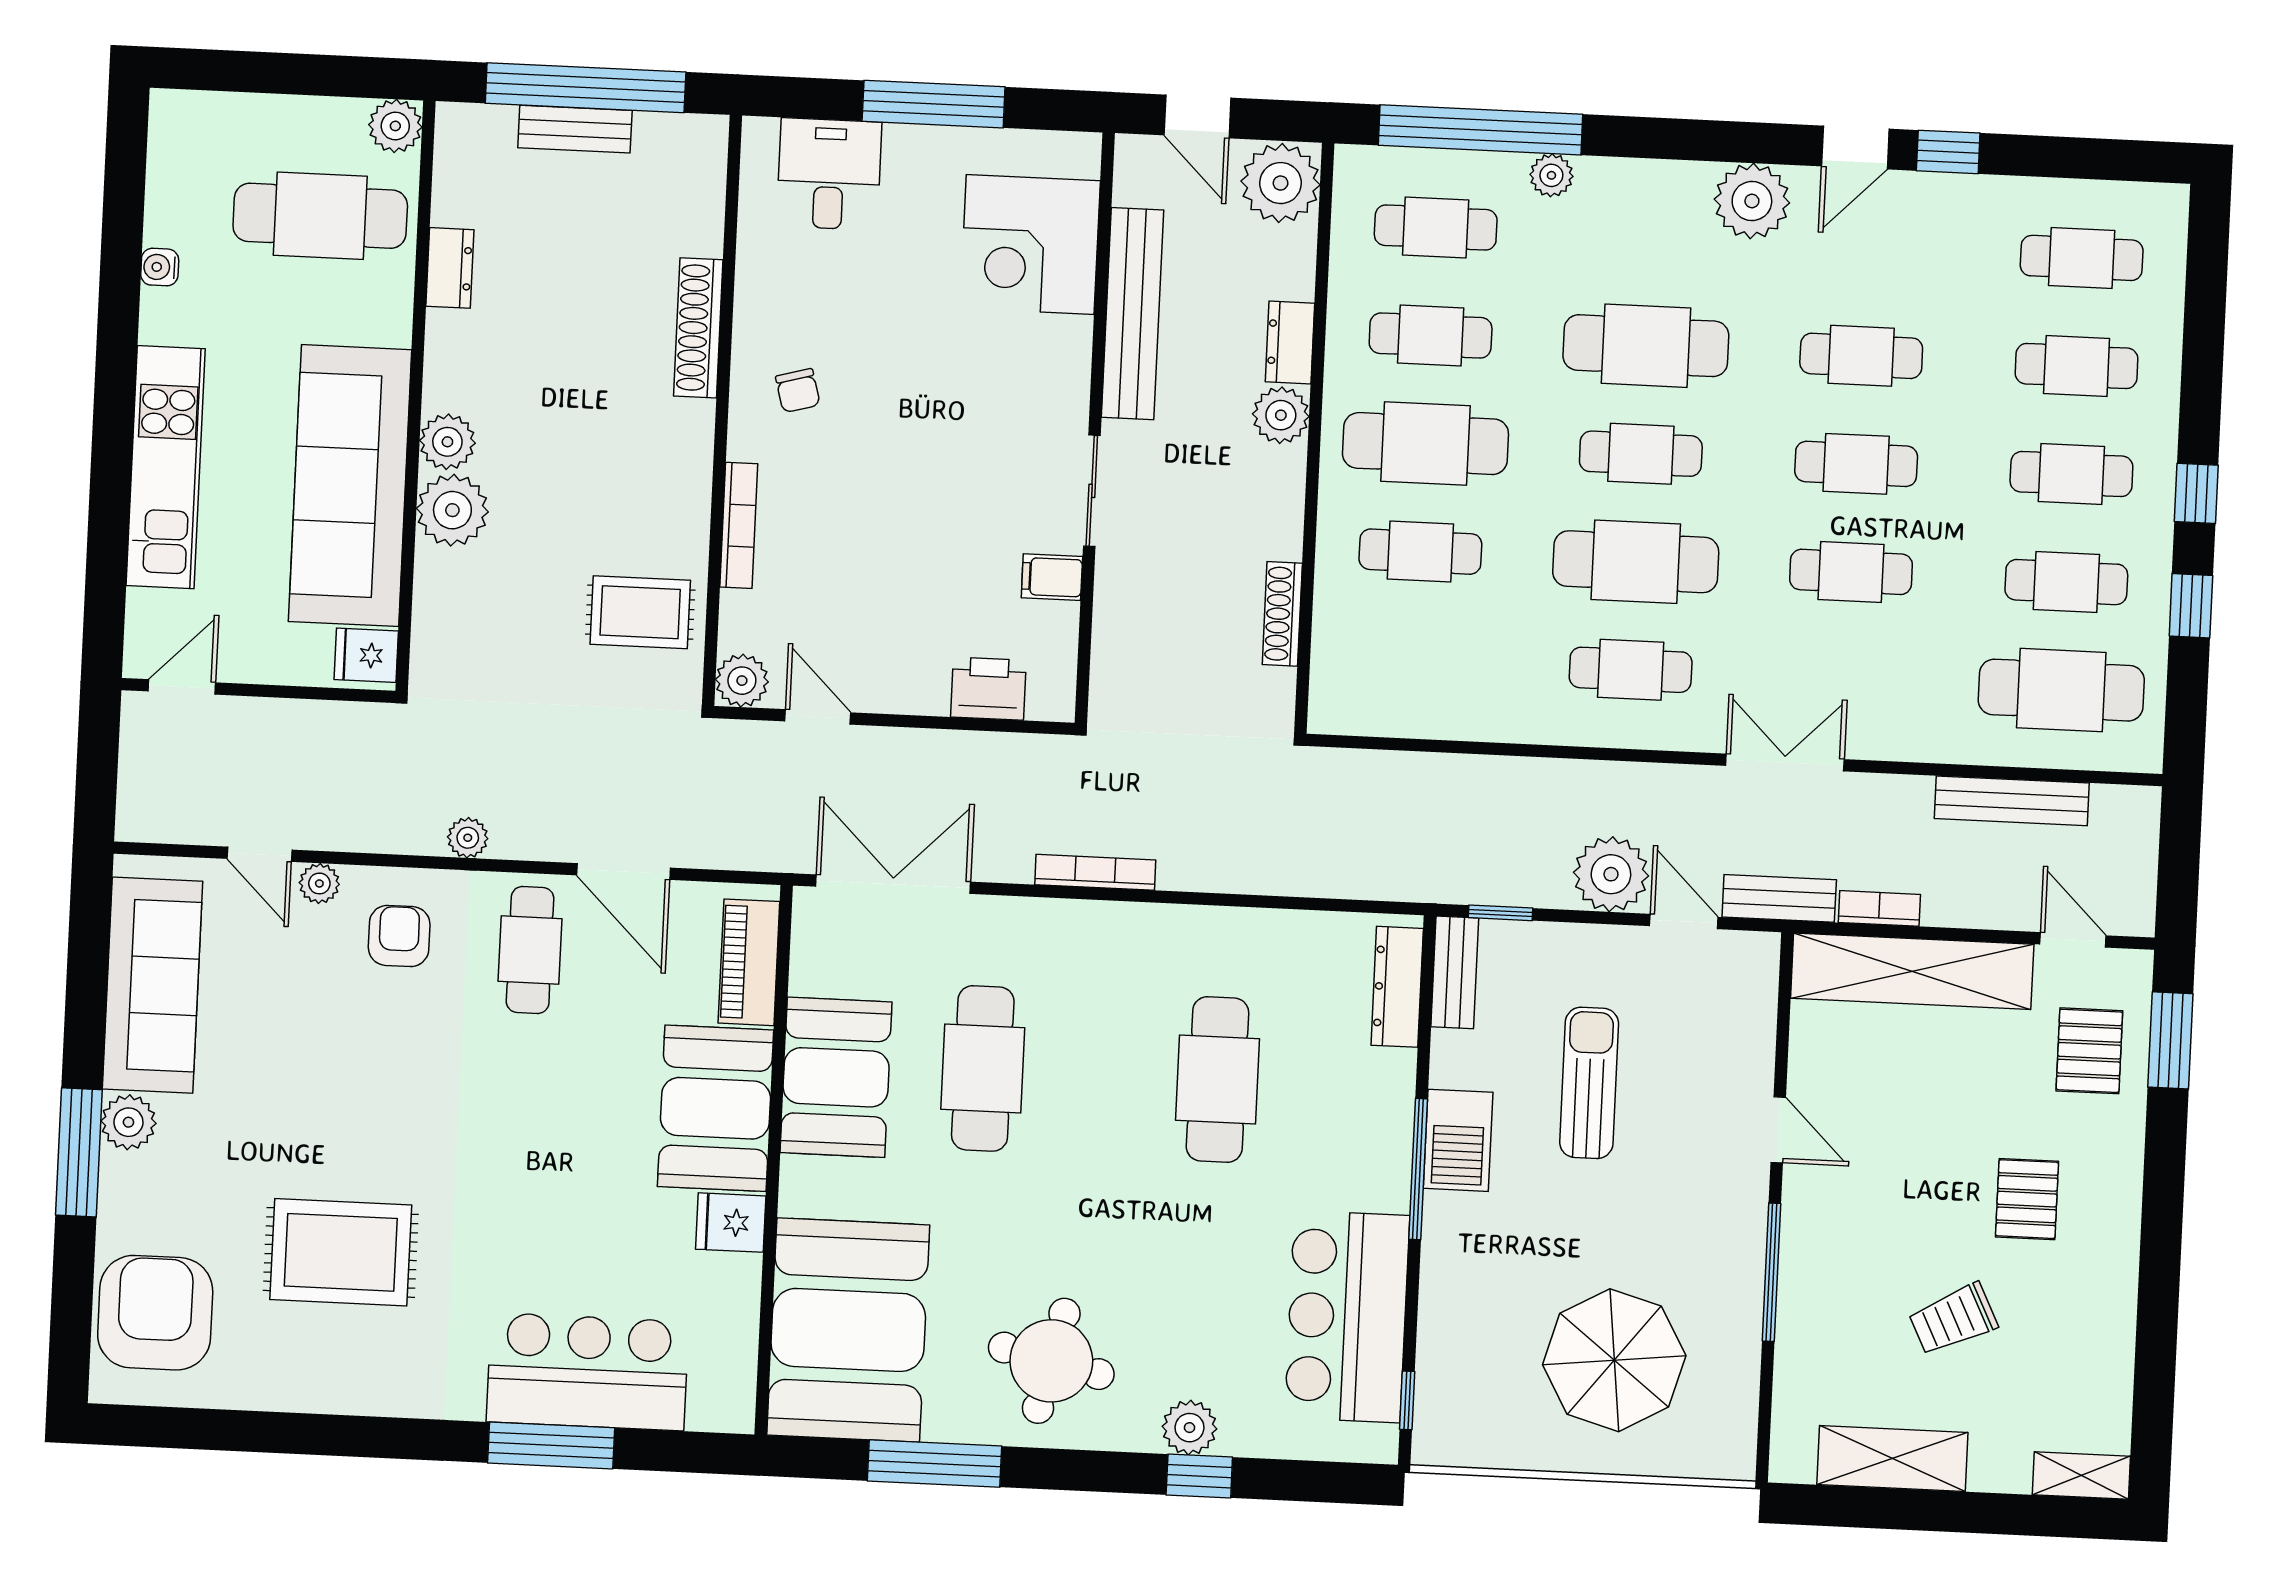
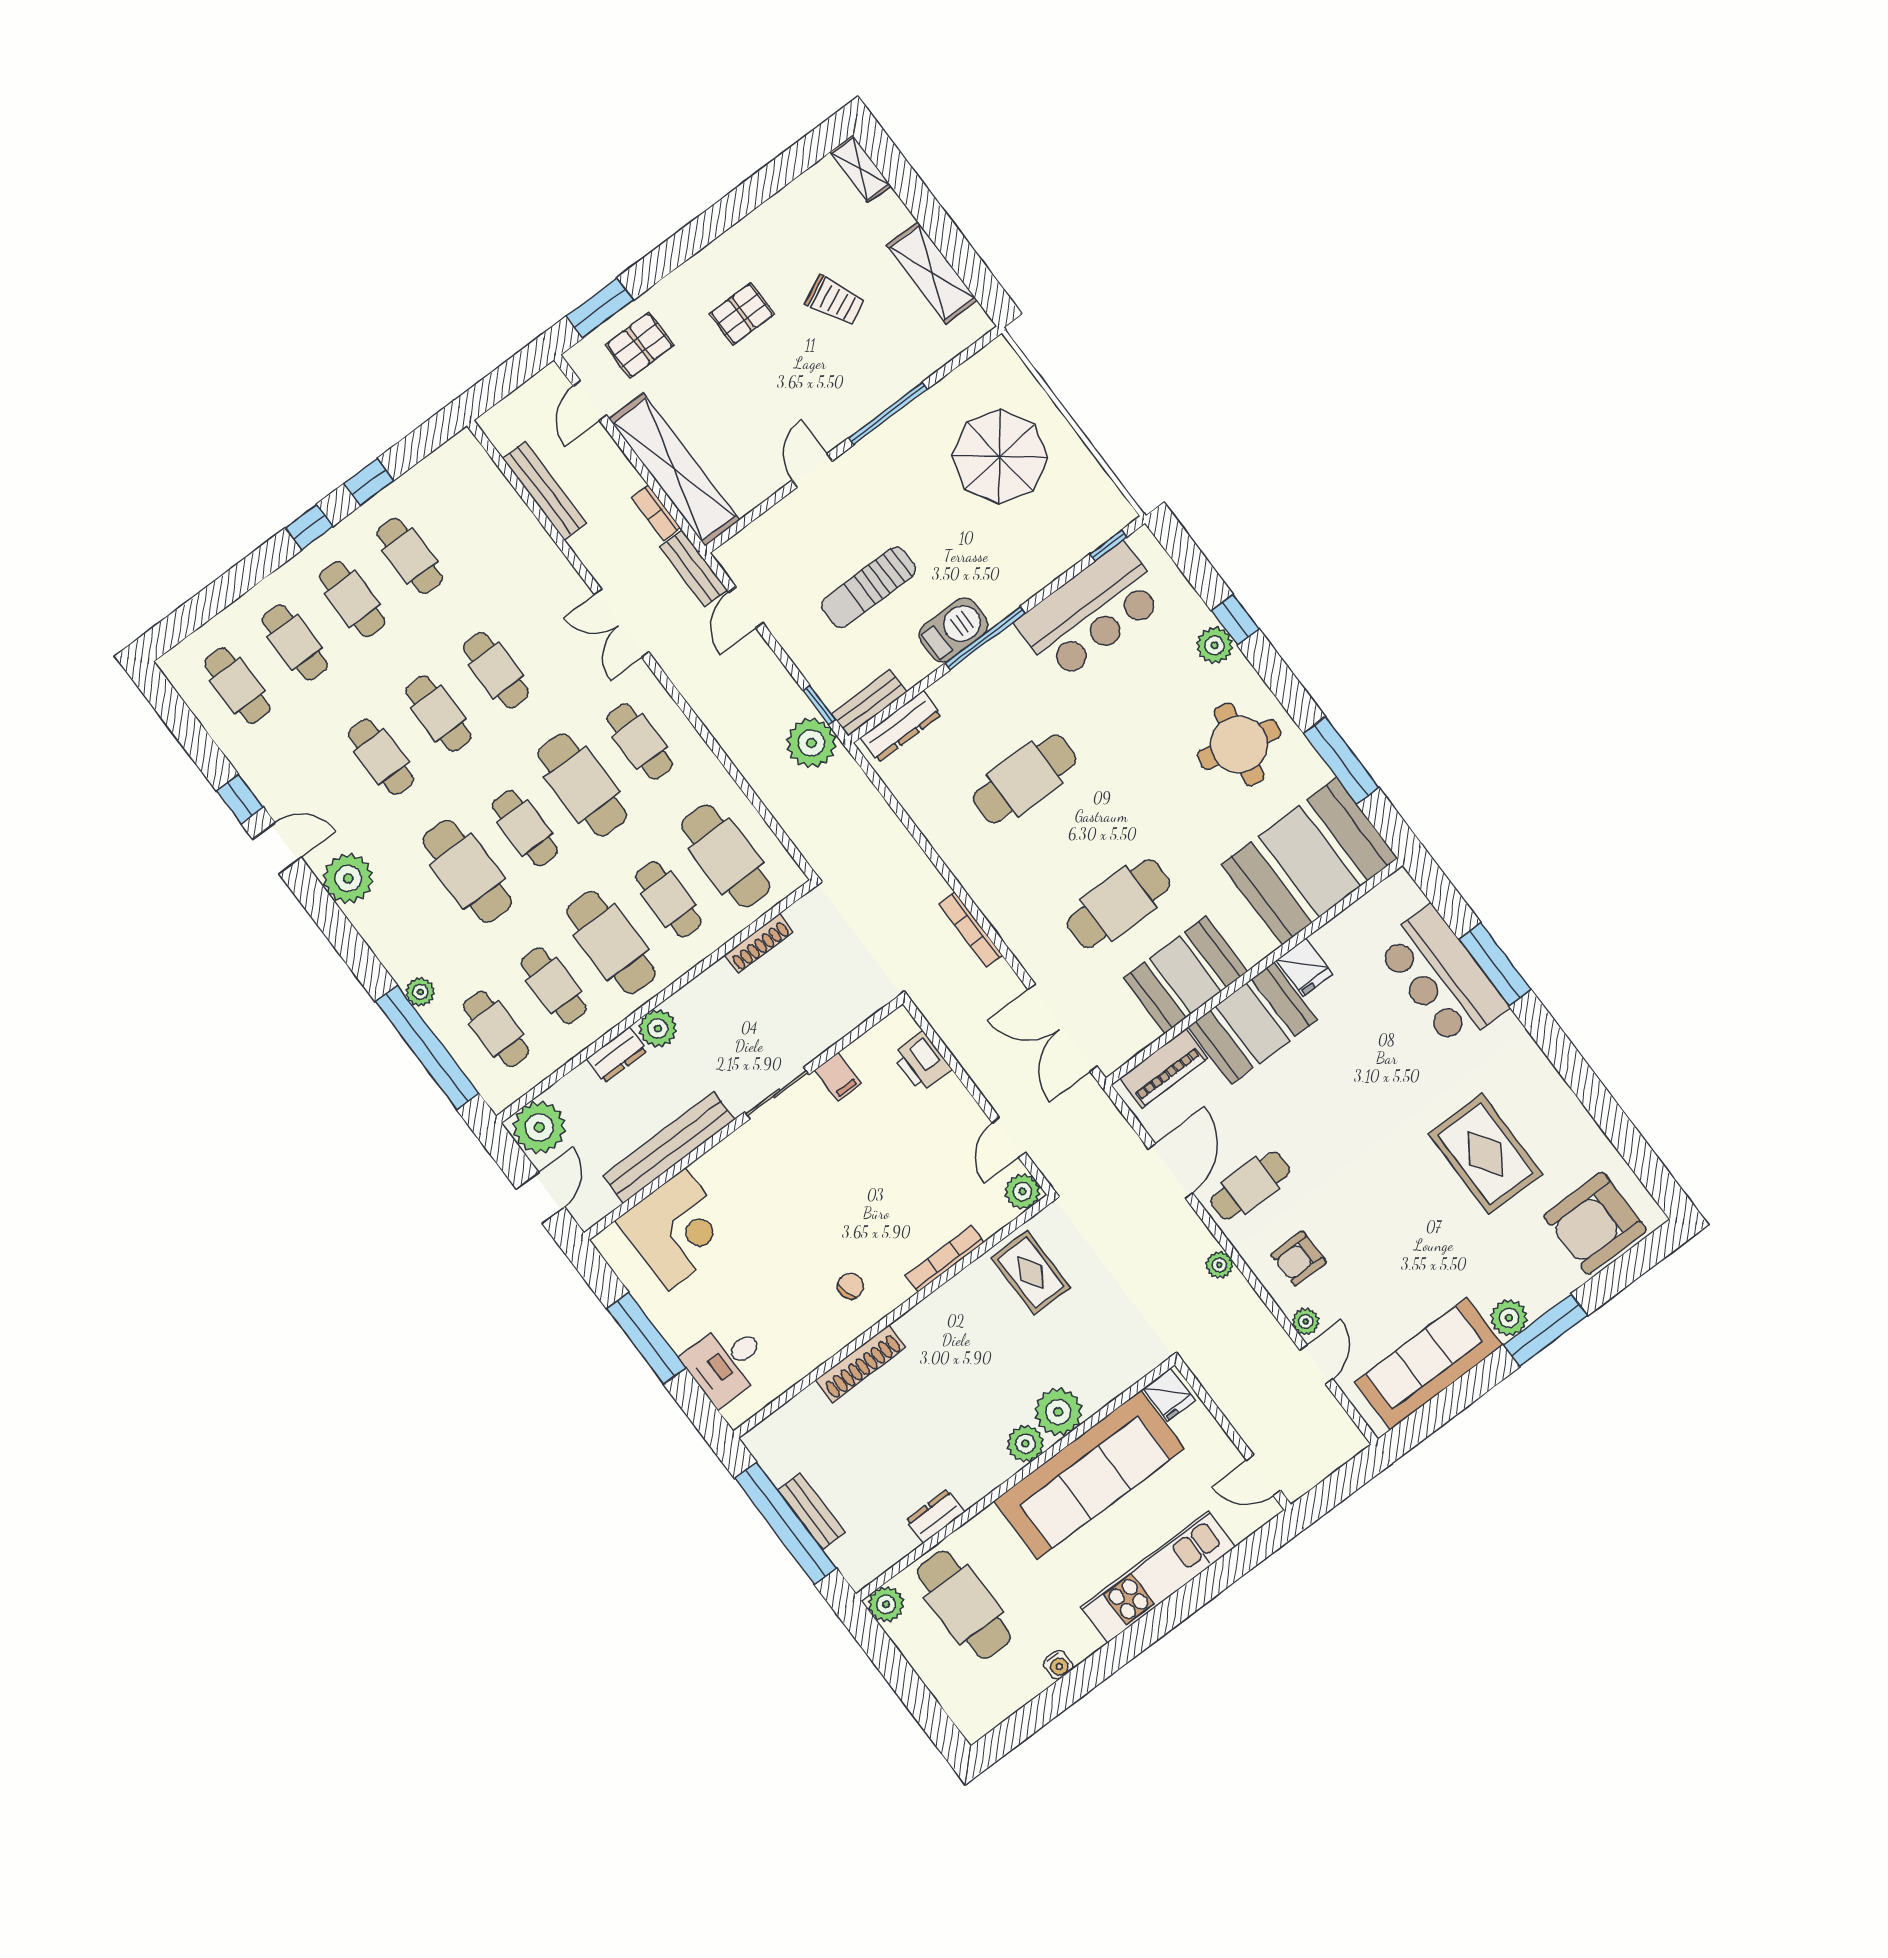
cafe table: (2061, 690) -> (726, 856), moved
plant: (1611, 874) -> (811, 743), moved

